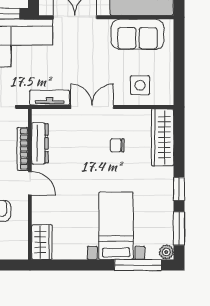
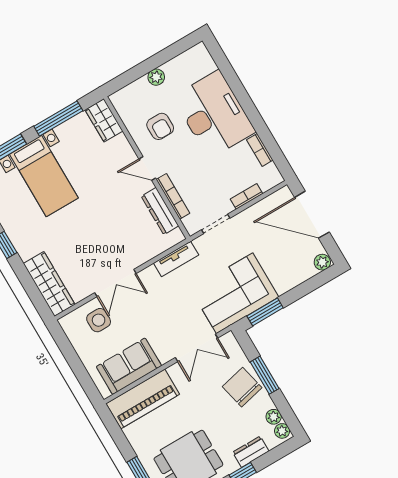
double door: (92, 107) -> (115, 283), moved
chair: (117, 145) -> (87, 252), removed
window: (77, 265) -> (58, 118), added

